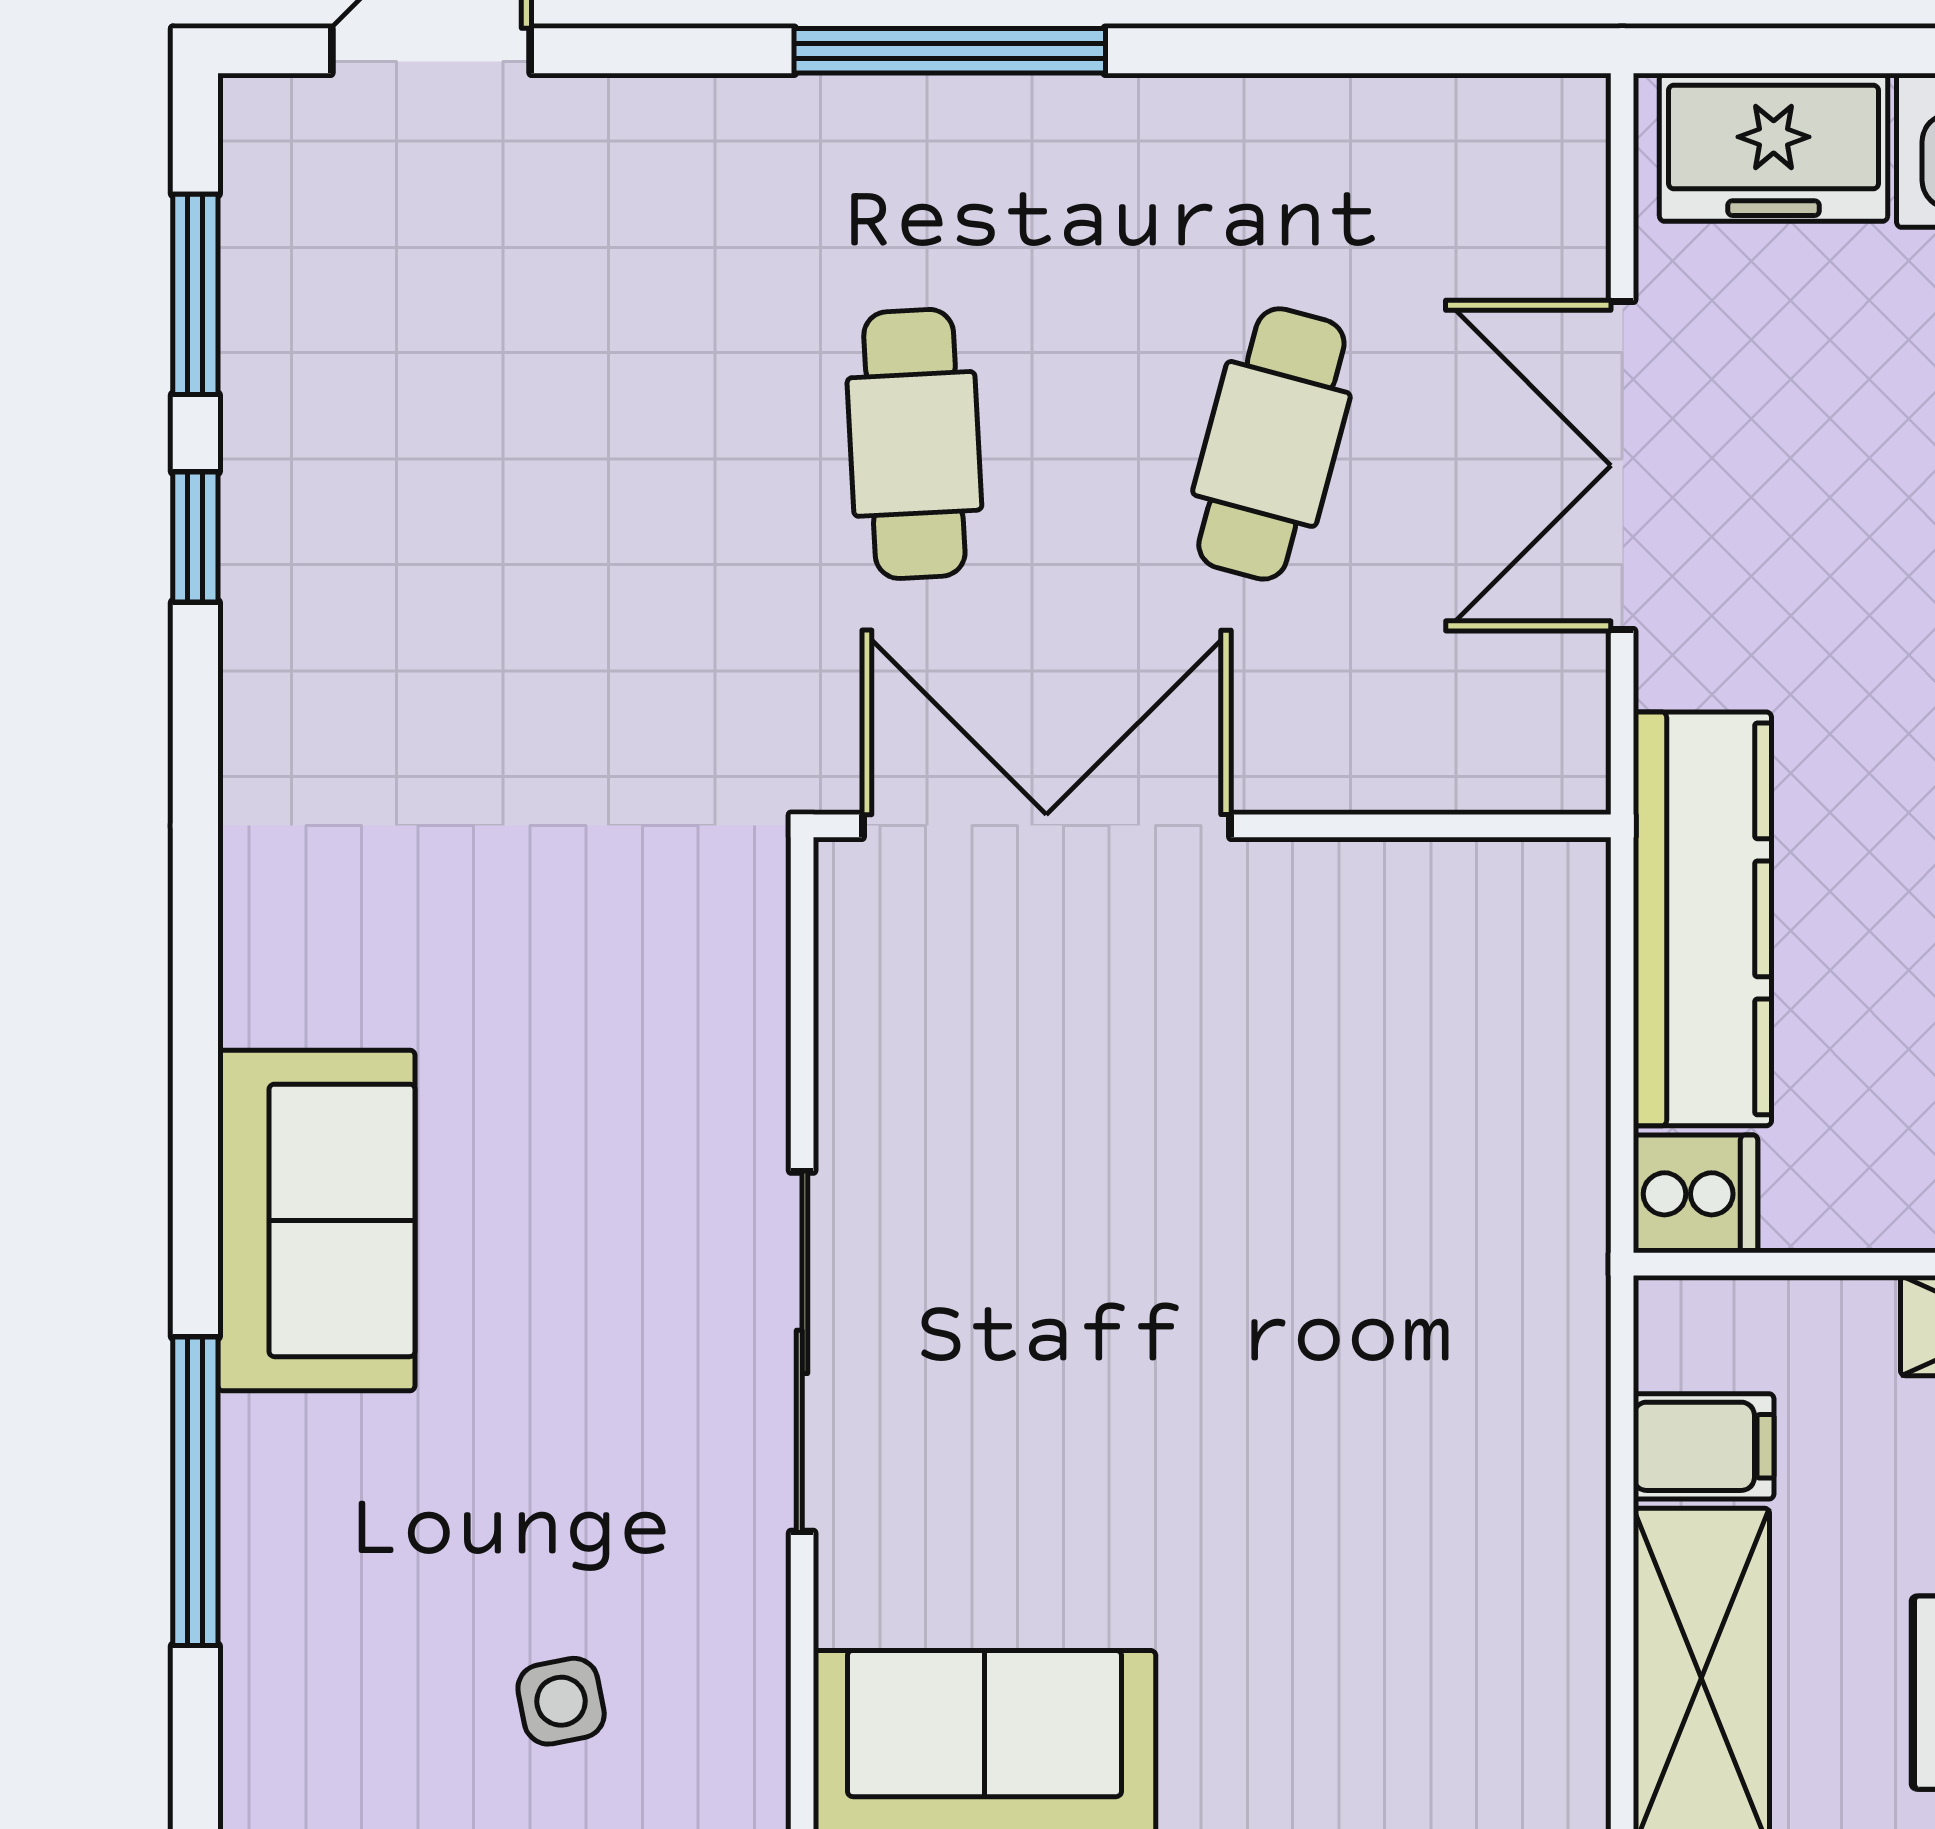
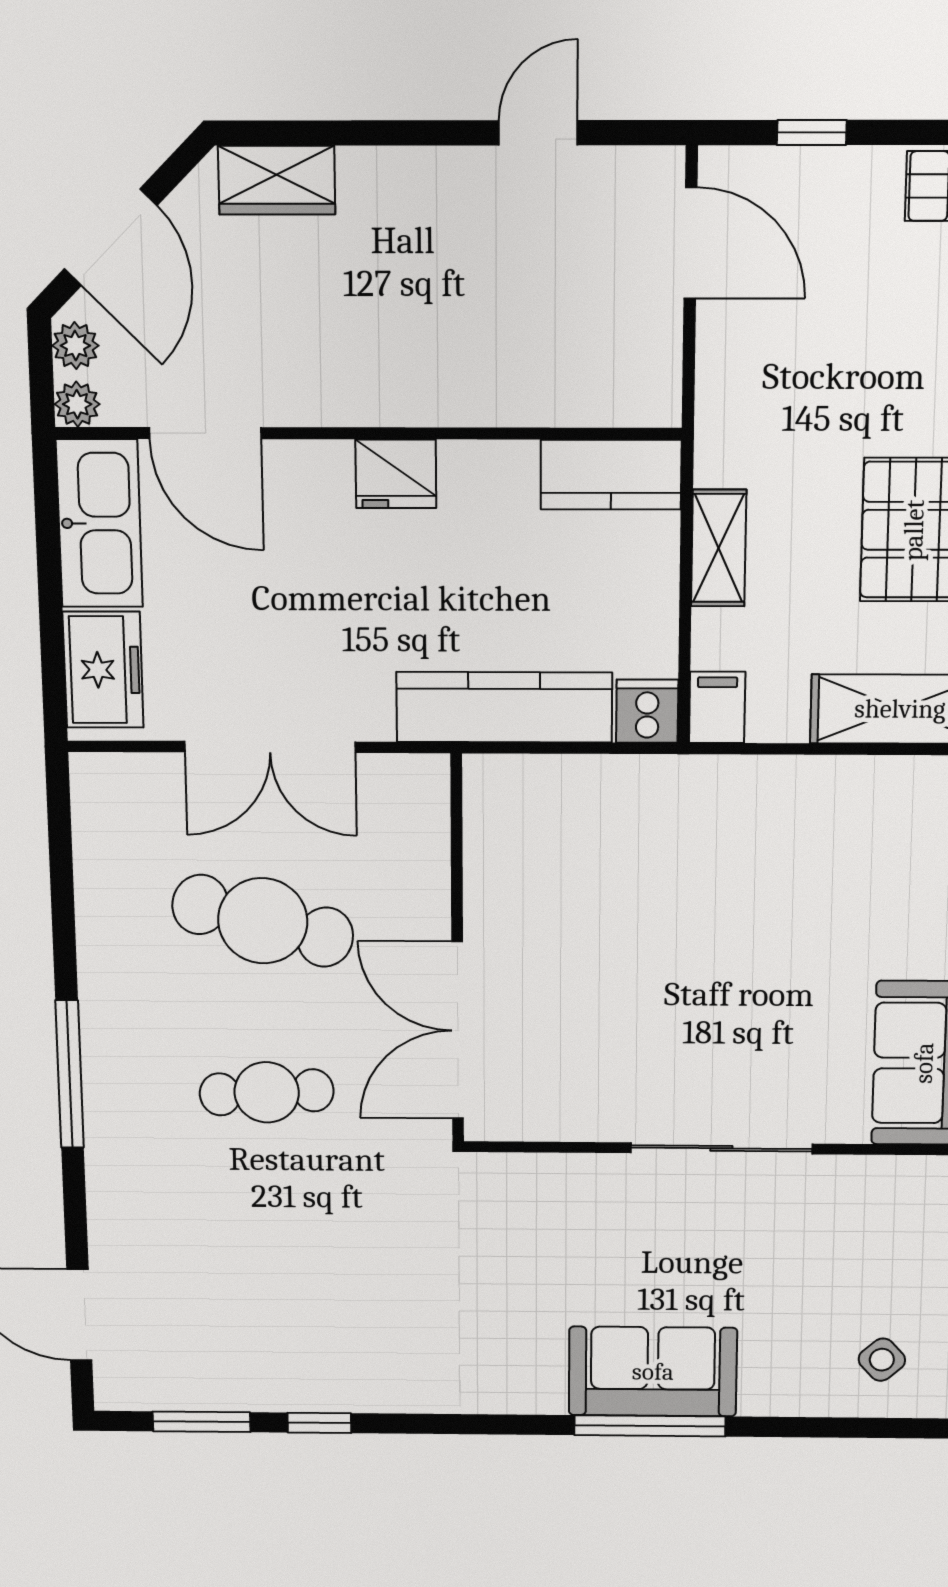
cafe table: (1271, 444) -> (263, 921), width x1.37, depth x1.35
filing cabinet: (1704, 1446) -> (717, 707), moved
window: (195, 1491) -> (650, 1426), moved
side table: (561, 1701) -> (882, 1360), moved, turned -31

